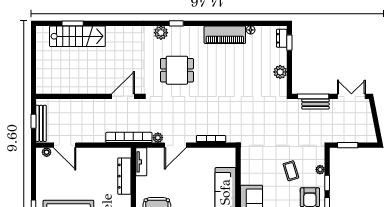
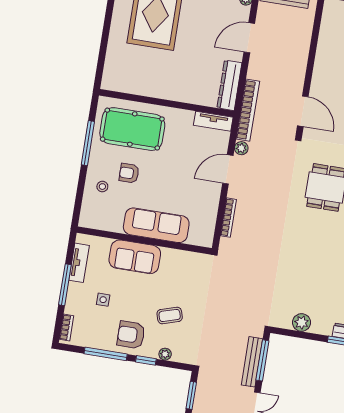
bench: (315, 104) -> (252, 362), width x1.36
door: (65, 145) -> (249, 38), moved
door: (175, 145) -> (228, 169), hinge flipped
dresser: (124, 176) -> (229, 85), moved, turned -90

